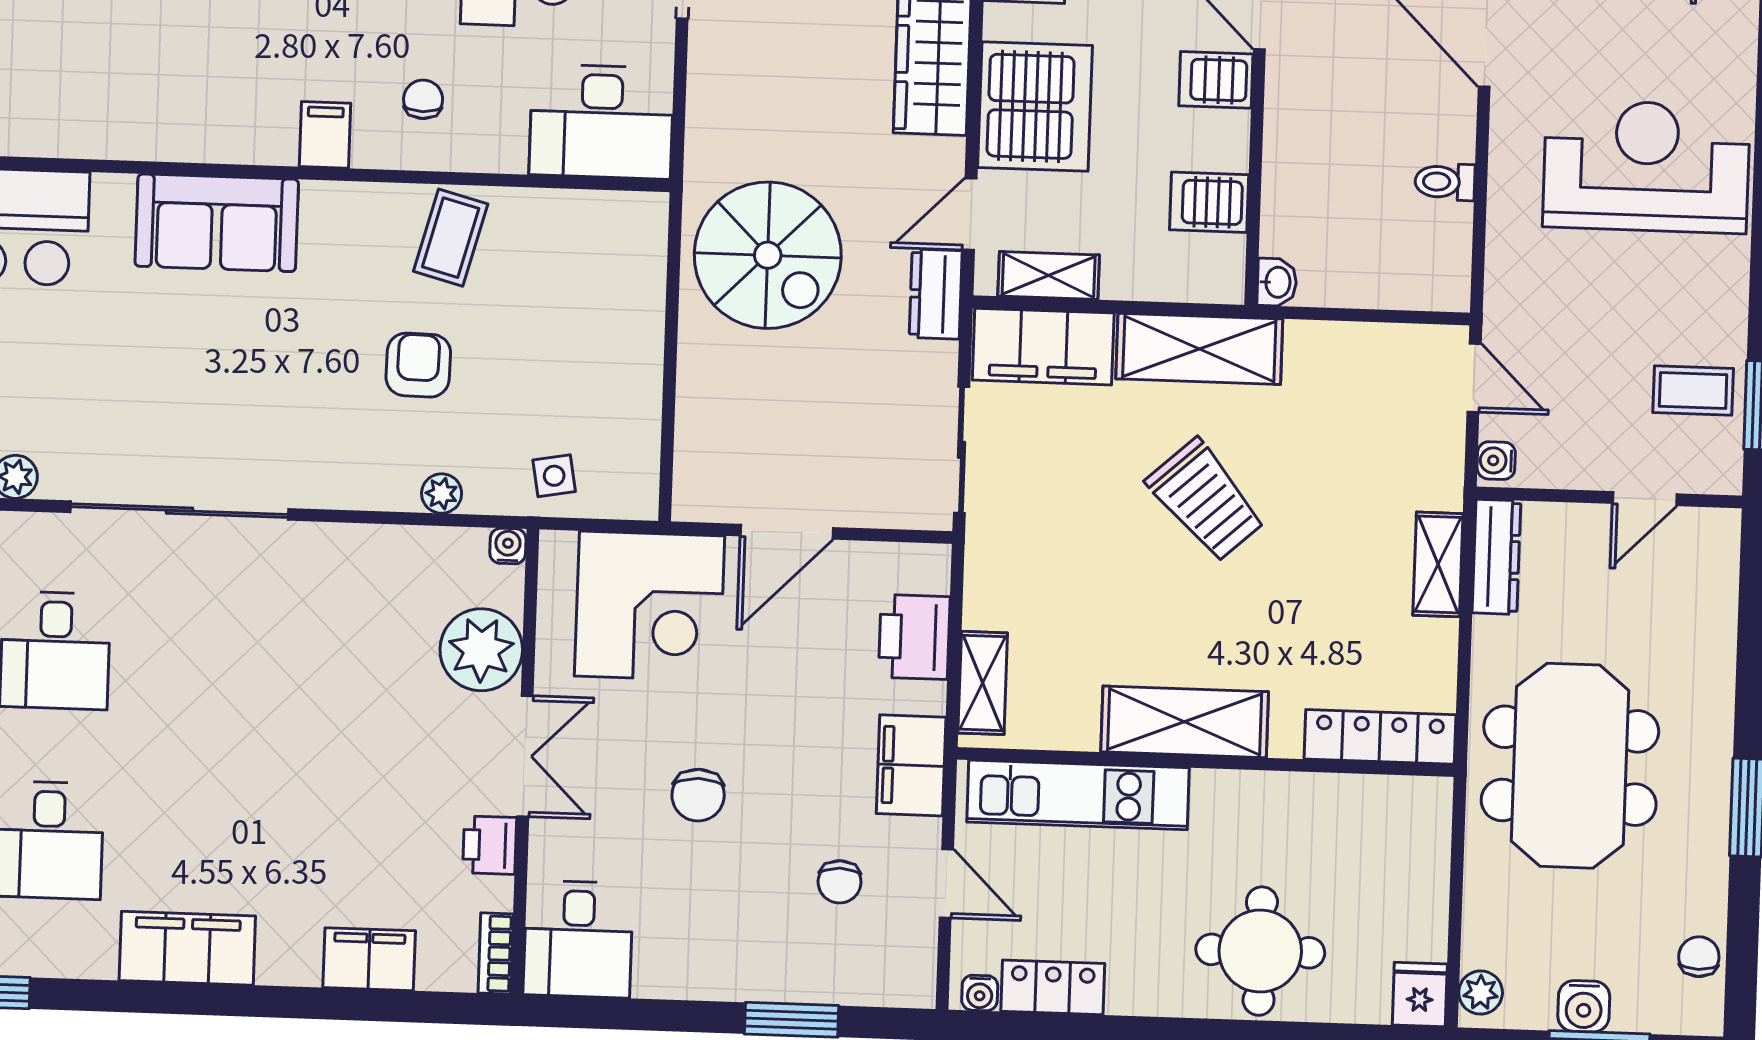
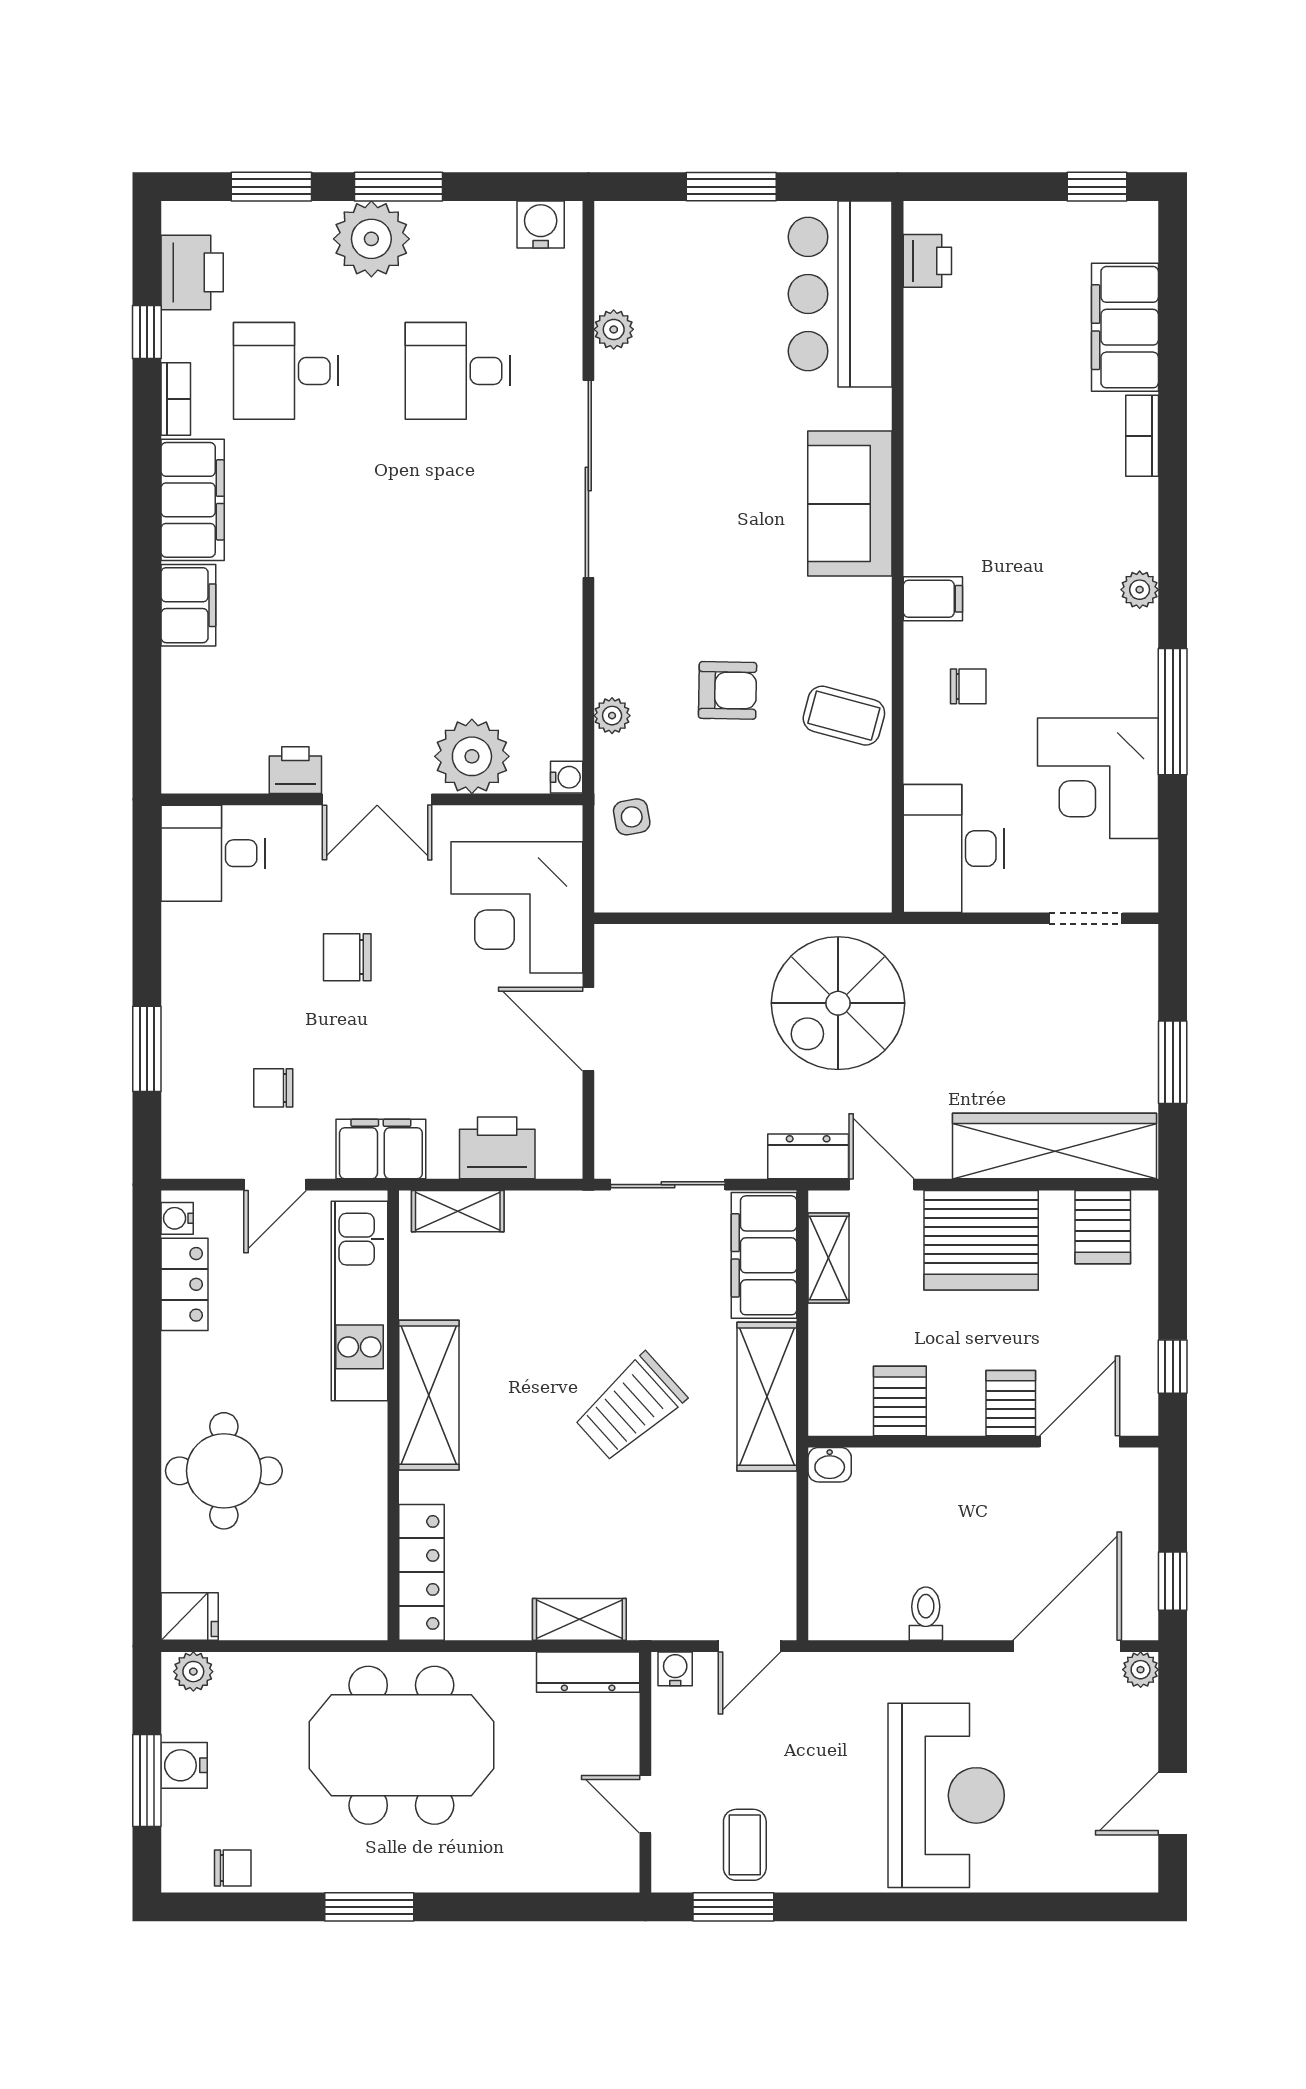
bookcase: (496, 953) -> (176, 399), moved, turned 90
filing cabinet: (369, 959) -> (188, 605), moved

